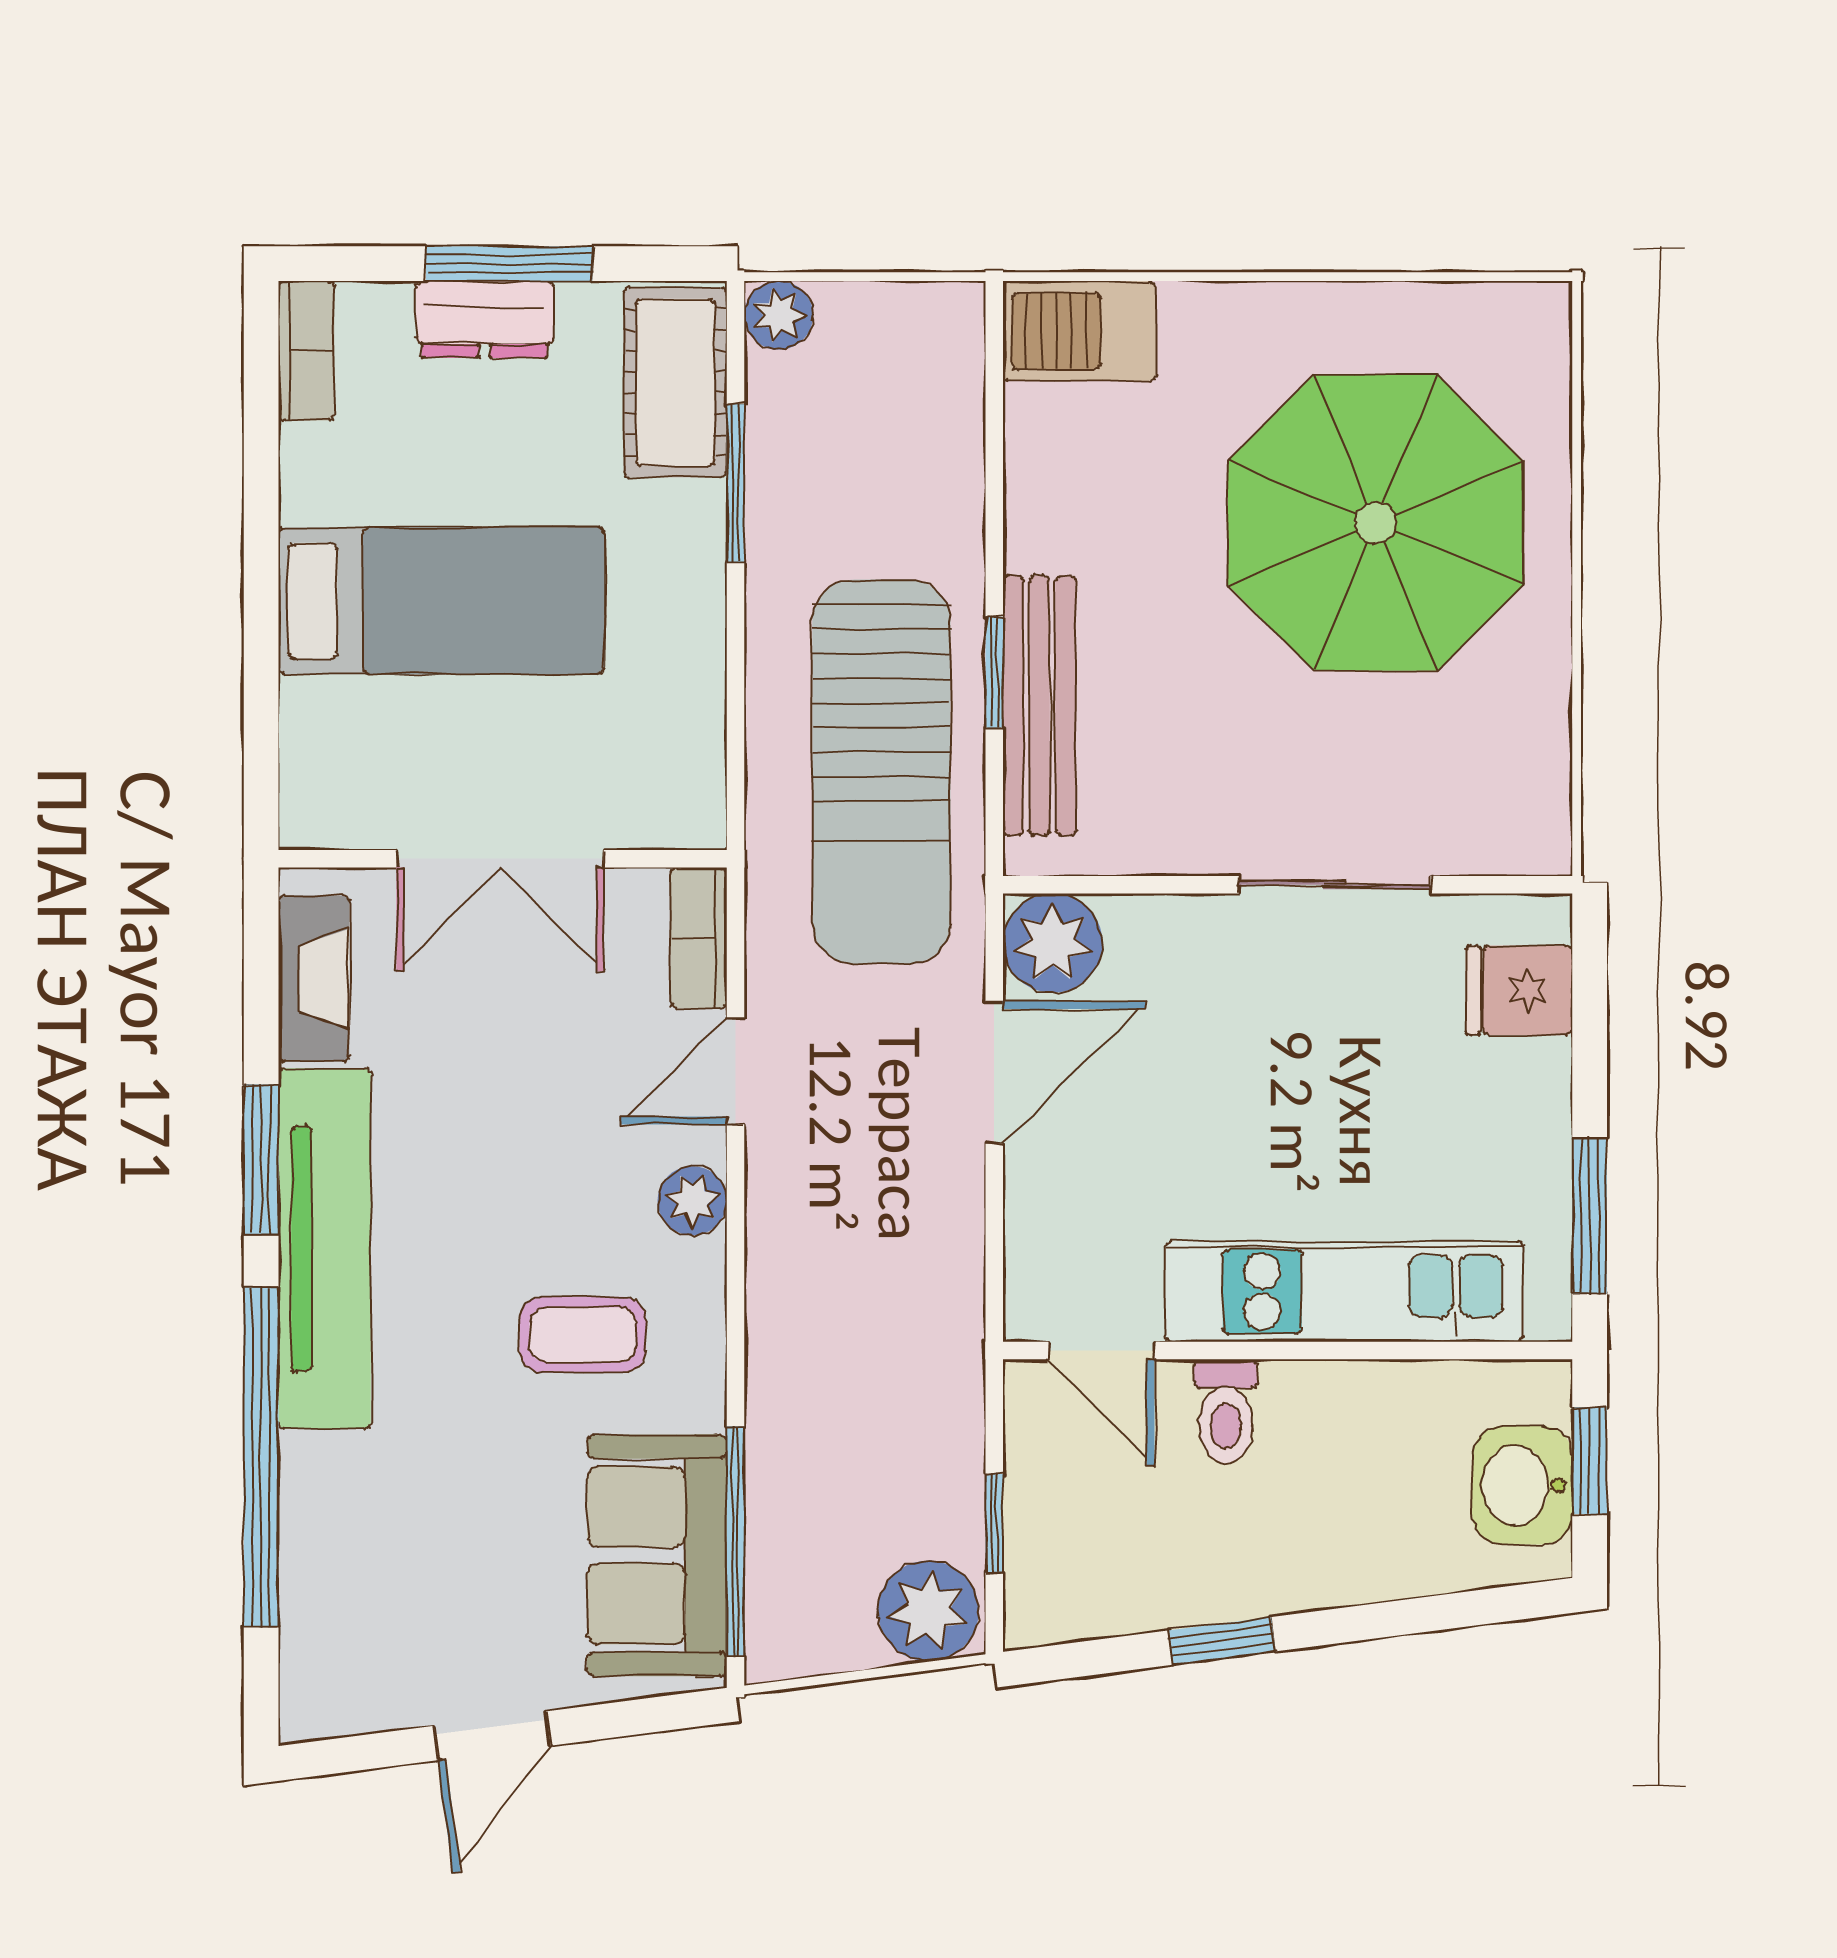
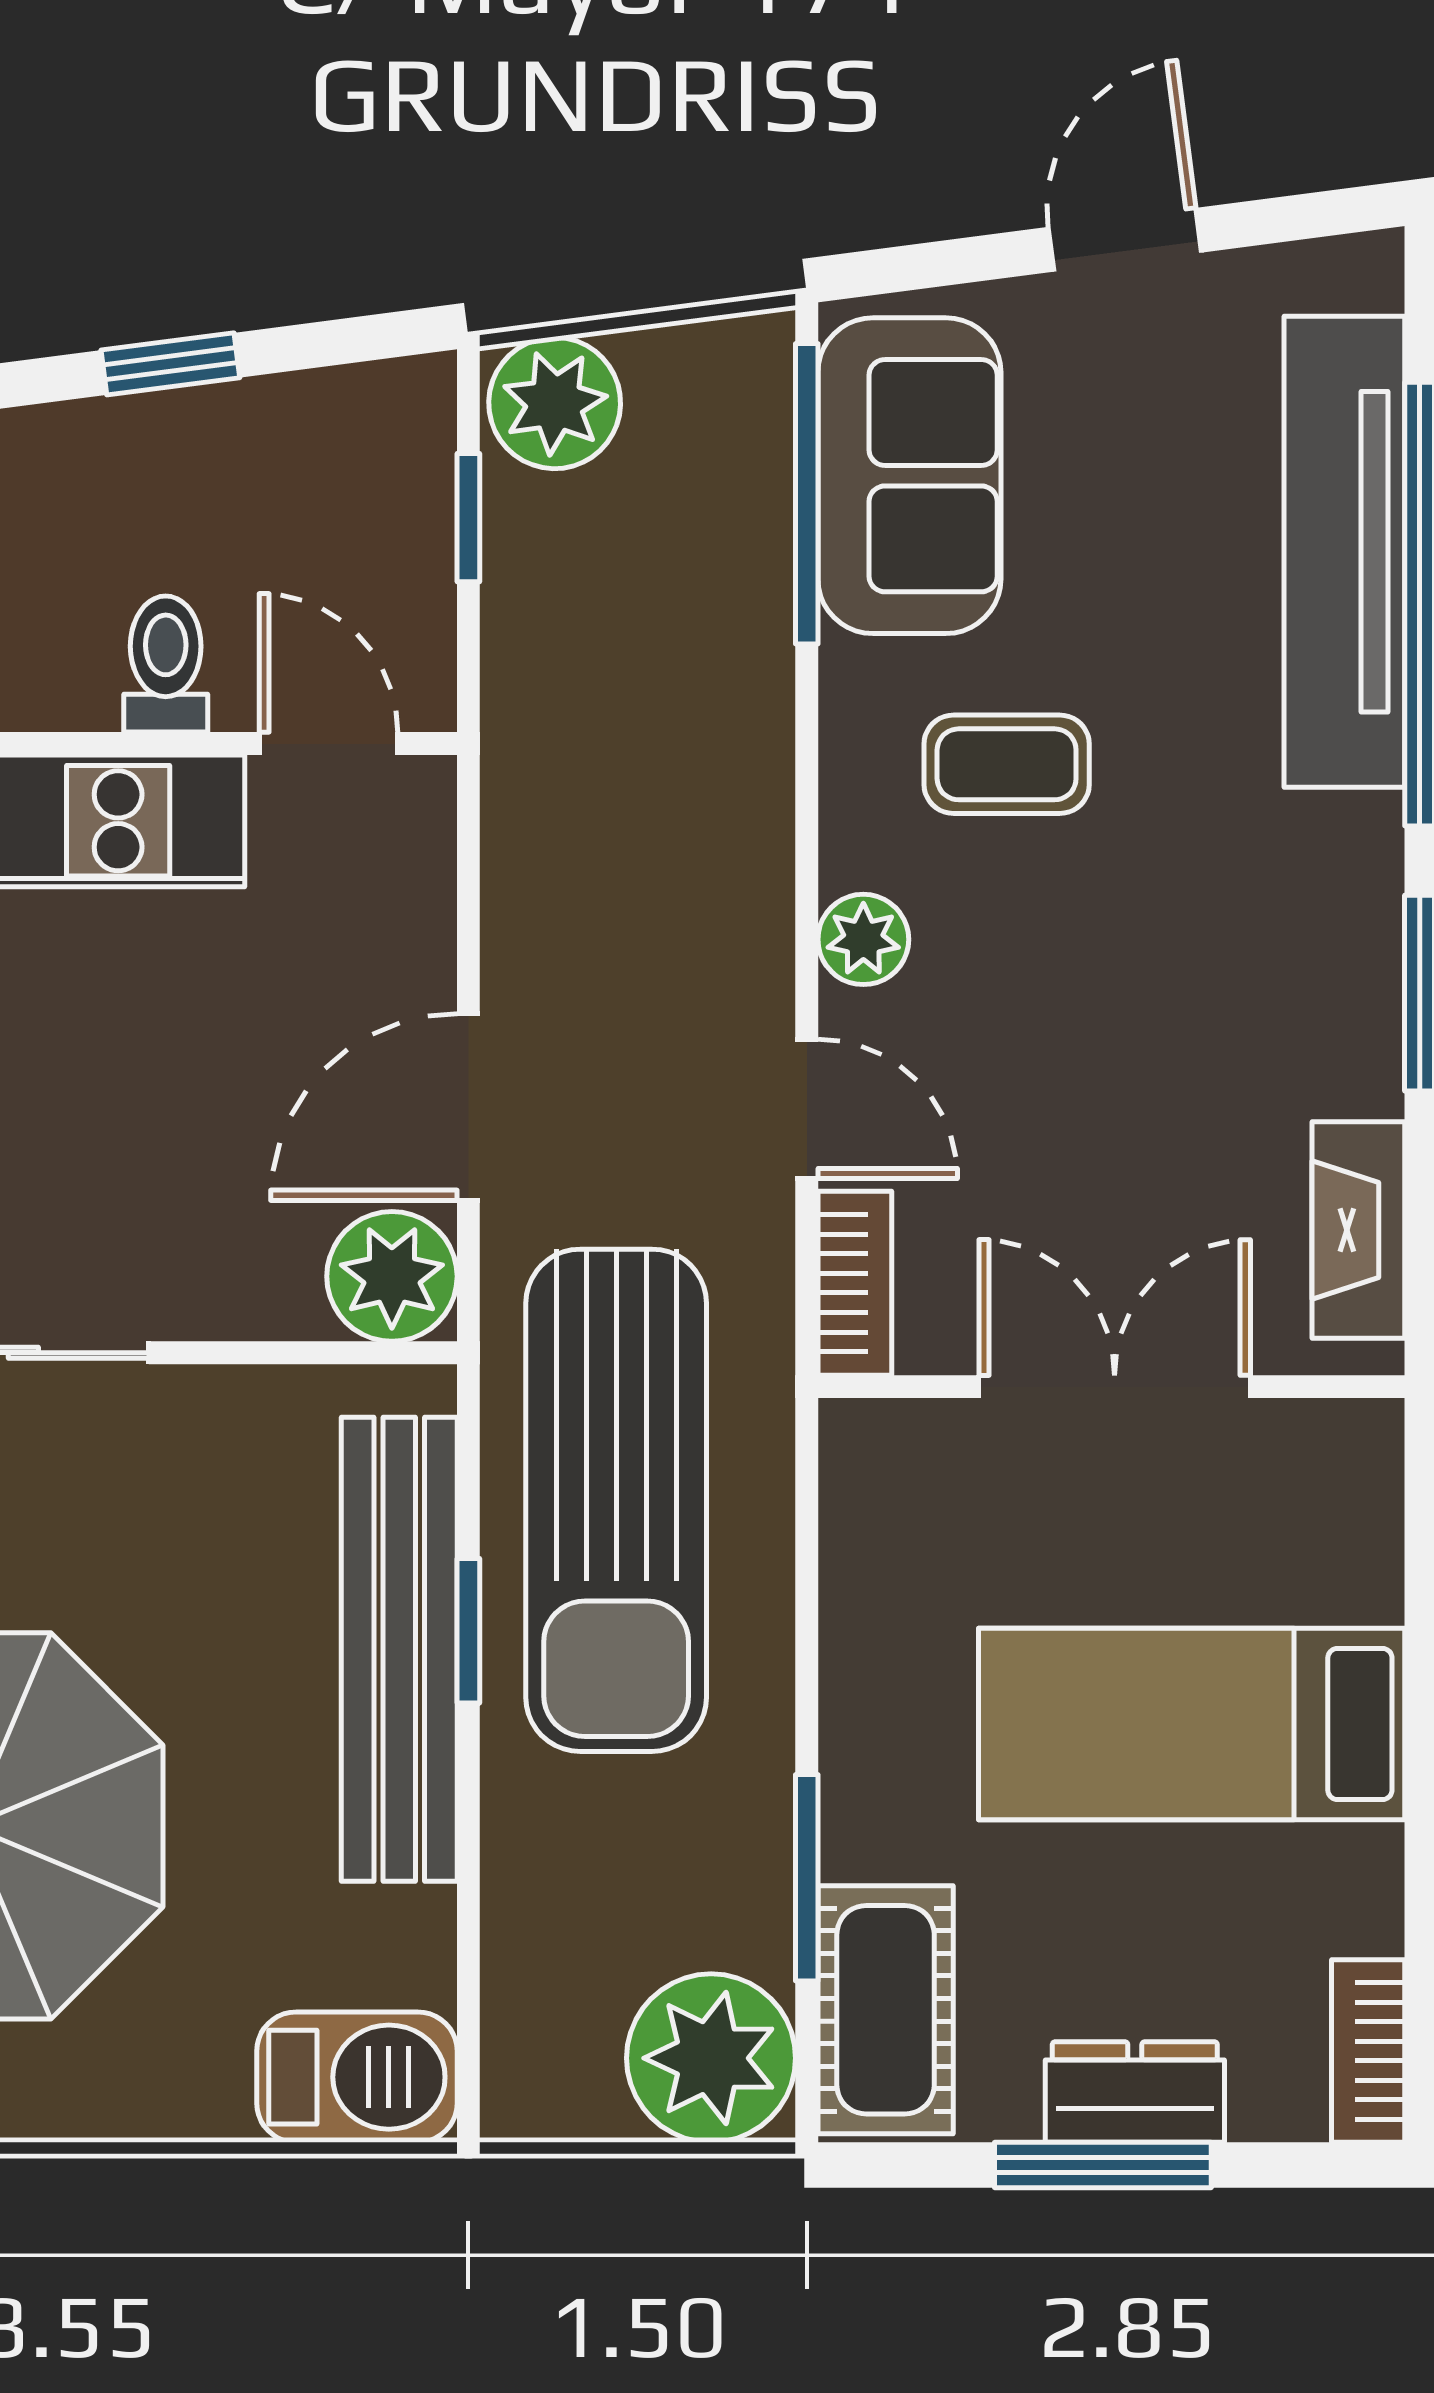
plant: (779, 315) -> (711, 2058), width x1.87, depth x1.87
bench: (1039, 706) -> (399, 1649), width x1.37, depth x1.21
sun lounger: (881, 772) -> (616, 1500), turned 180
door: (736, 1071) -> (807, 1109), hinge flipped
tv unit: (325, 1249) -> (1344, 552), moved

